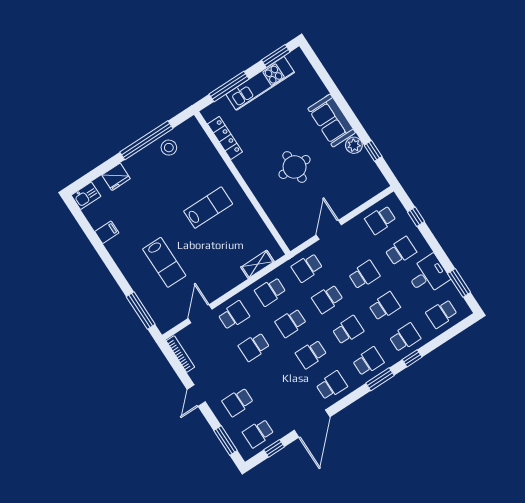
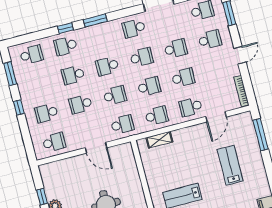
window: (416, 217) -> (19, 107), moved
door: (329, 230) -> (96, 148), hinge flipped
desk: (428, 275) -> (32, 88), removed
school desk: (368, 361) -> (176, 49), moved, turned 180

